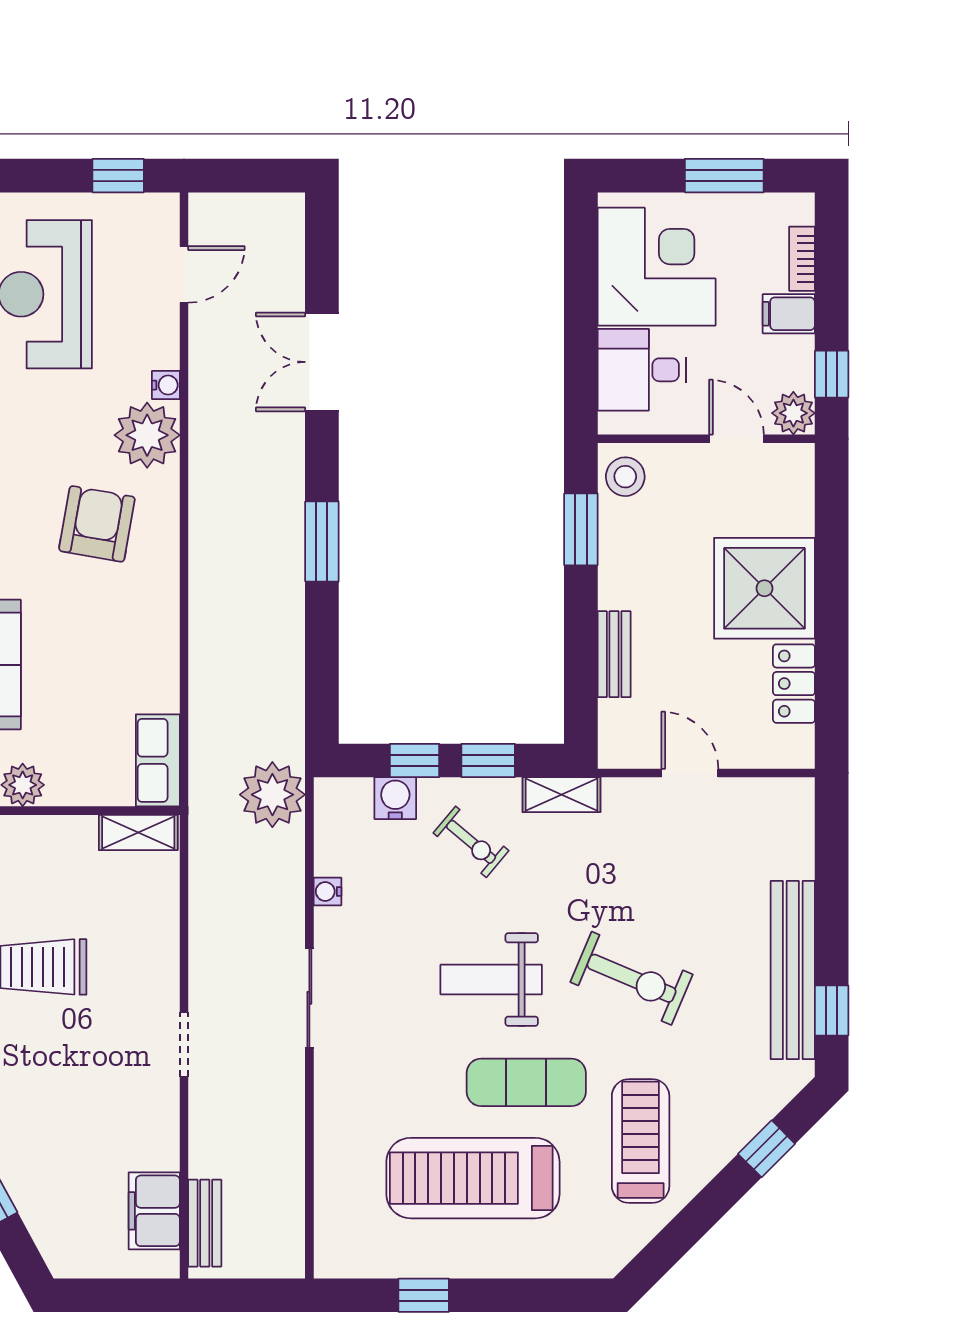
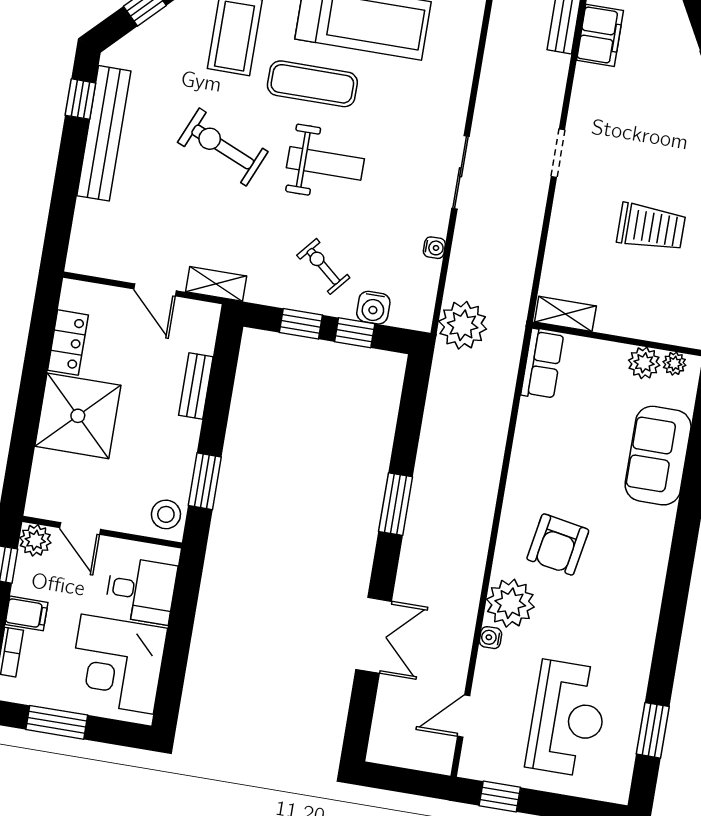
shelving: (562, 795) -> (216, 284), moved

